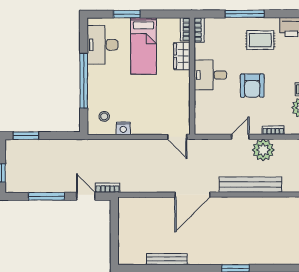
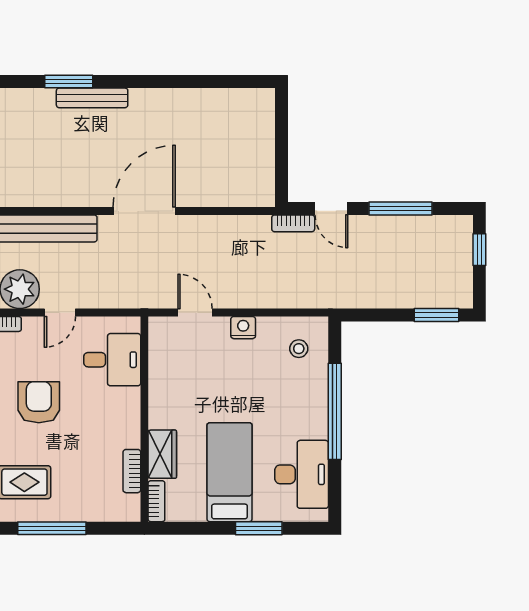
bookcase: (199, 30) -> (132, 471), moved
desk: (210, 75) -> (112, 360), moved
nightstand: (123, 128) -> (243, 328), moved
door: (177, 137) -> (195, 312), moved
bench: (167, 259) -> (92, 98), moved

